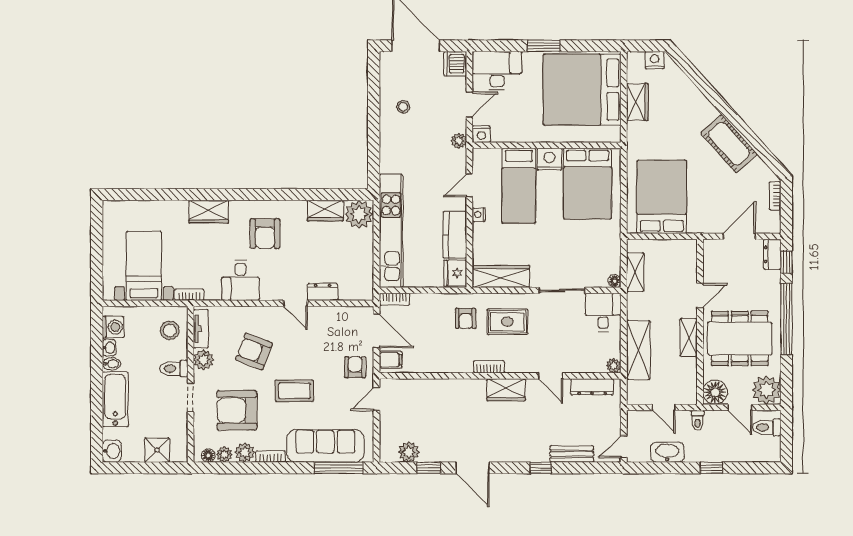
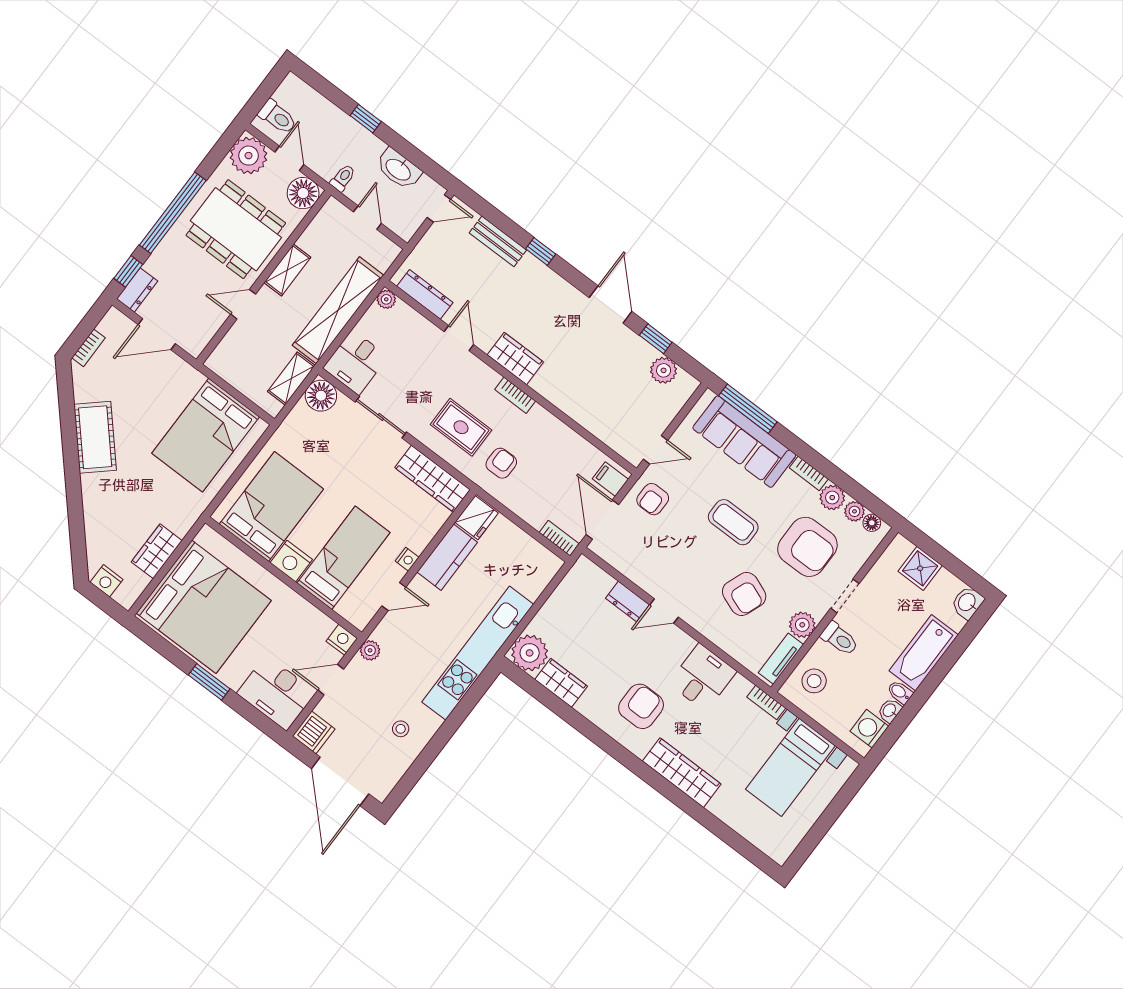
wardrobe: (209, 212) -> (682, 773), width x1.50
kitchen unit: (391, 231) -> (478, 653), moved
floor lamp: (615, 281) -> (321, 396), width x1.89, depth x1.89
door: (296, 303) -> (664, 611), swing flipped
shelving: (638, 350) -> (338, 310), width x1.47

